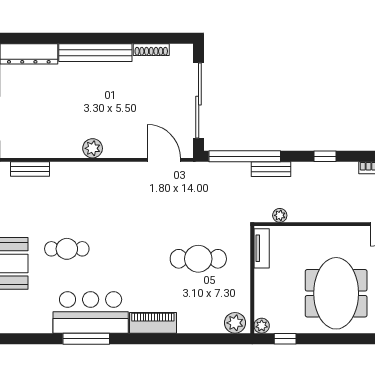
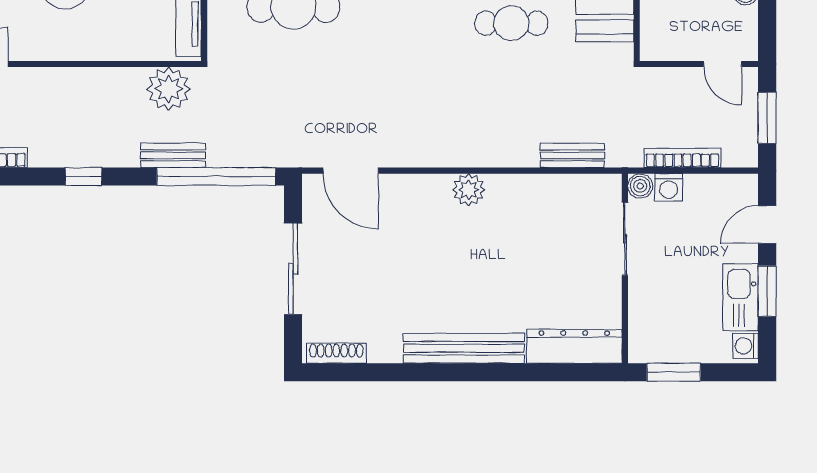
shoe rack: (151, 50) -> (336, 353), moved
sliding door: (199, 101) -> (293, 269), width x0.73
plant: (280, 215) -> (169, 89), width x1.88, depth x1.88

